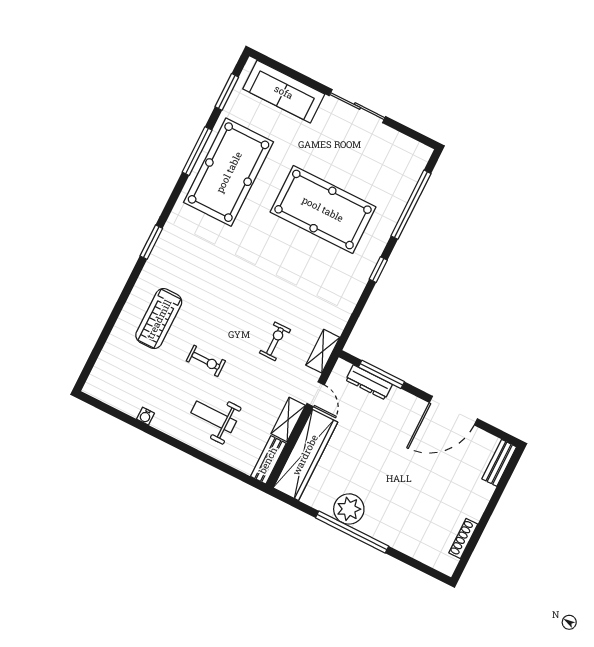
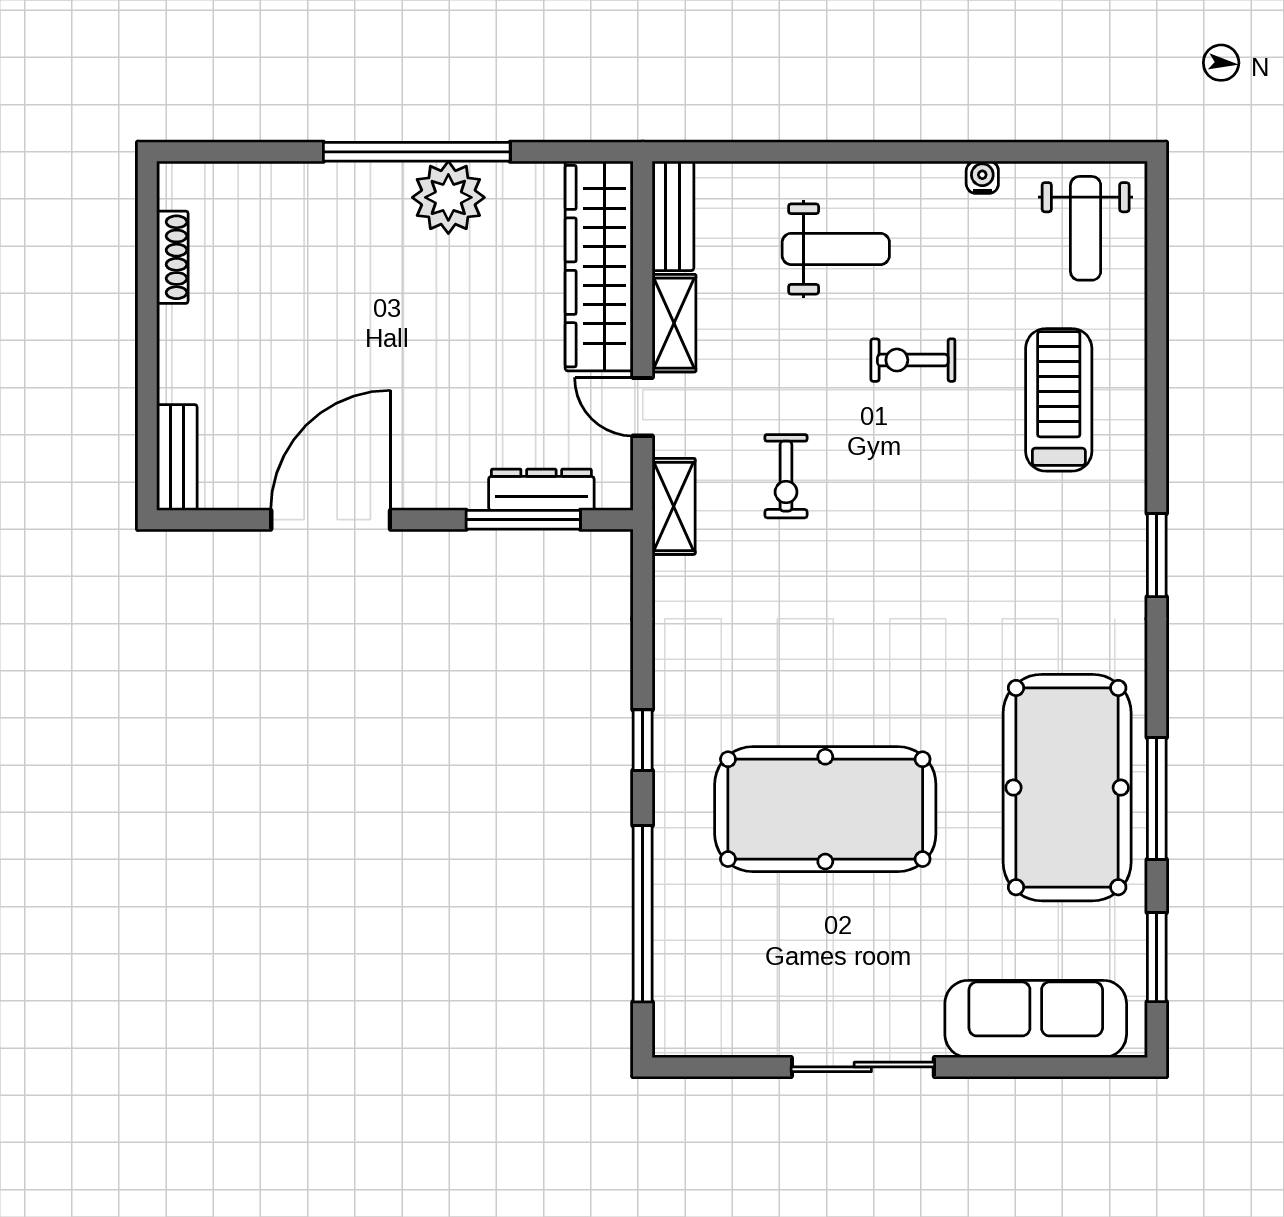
weight bench: (116, 378) -> (1086, 228), added

